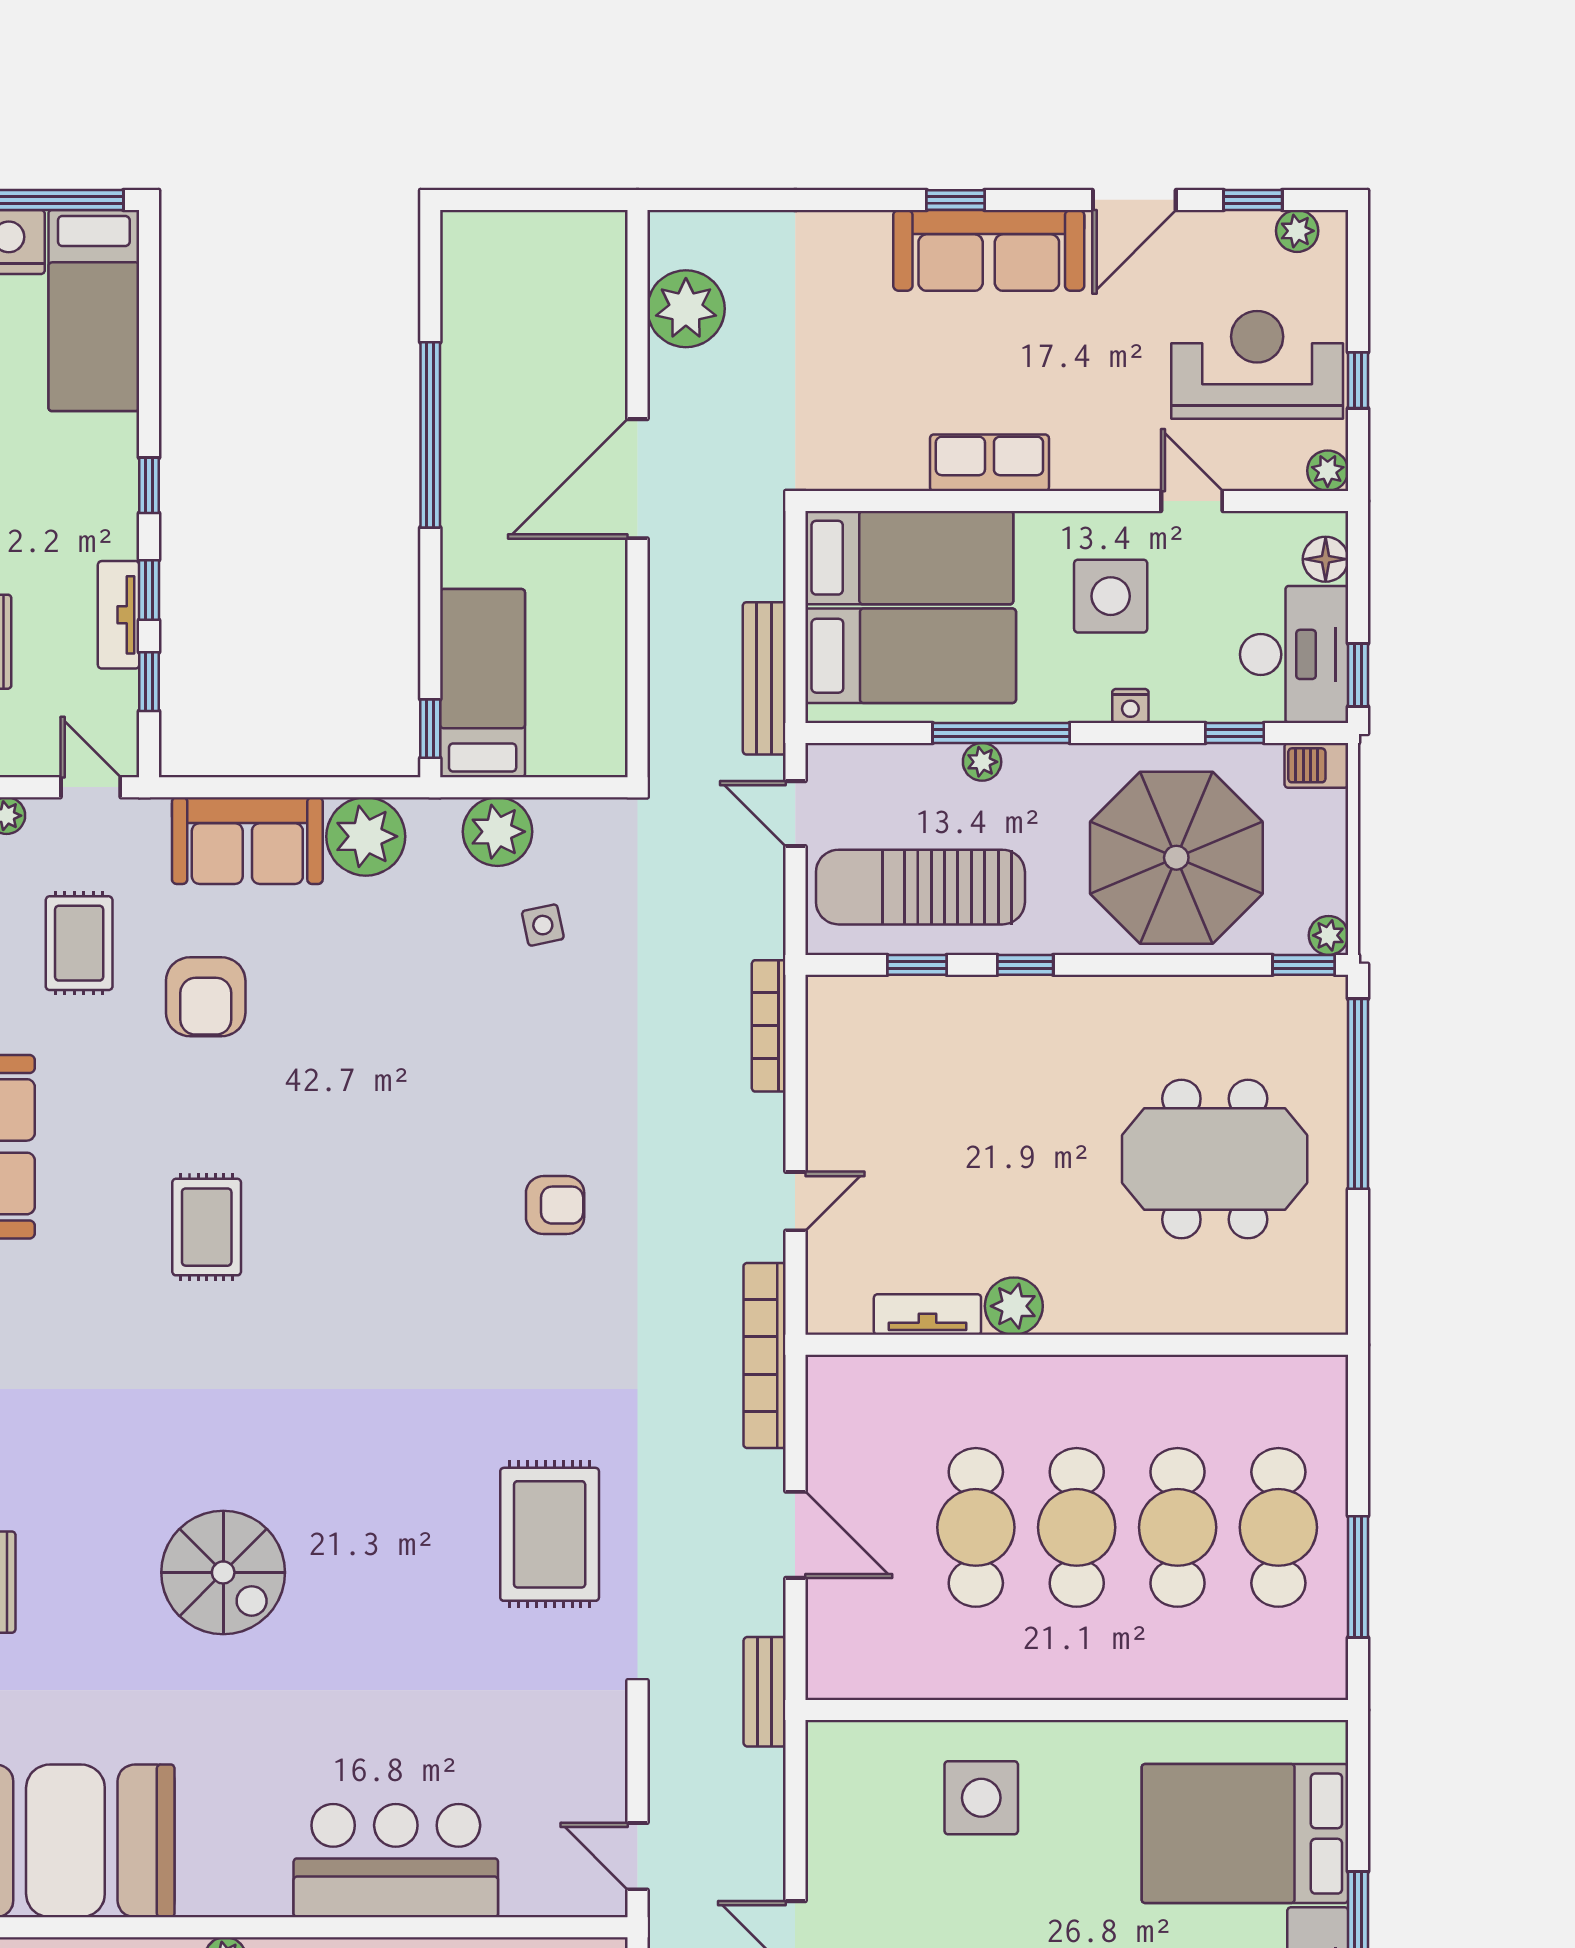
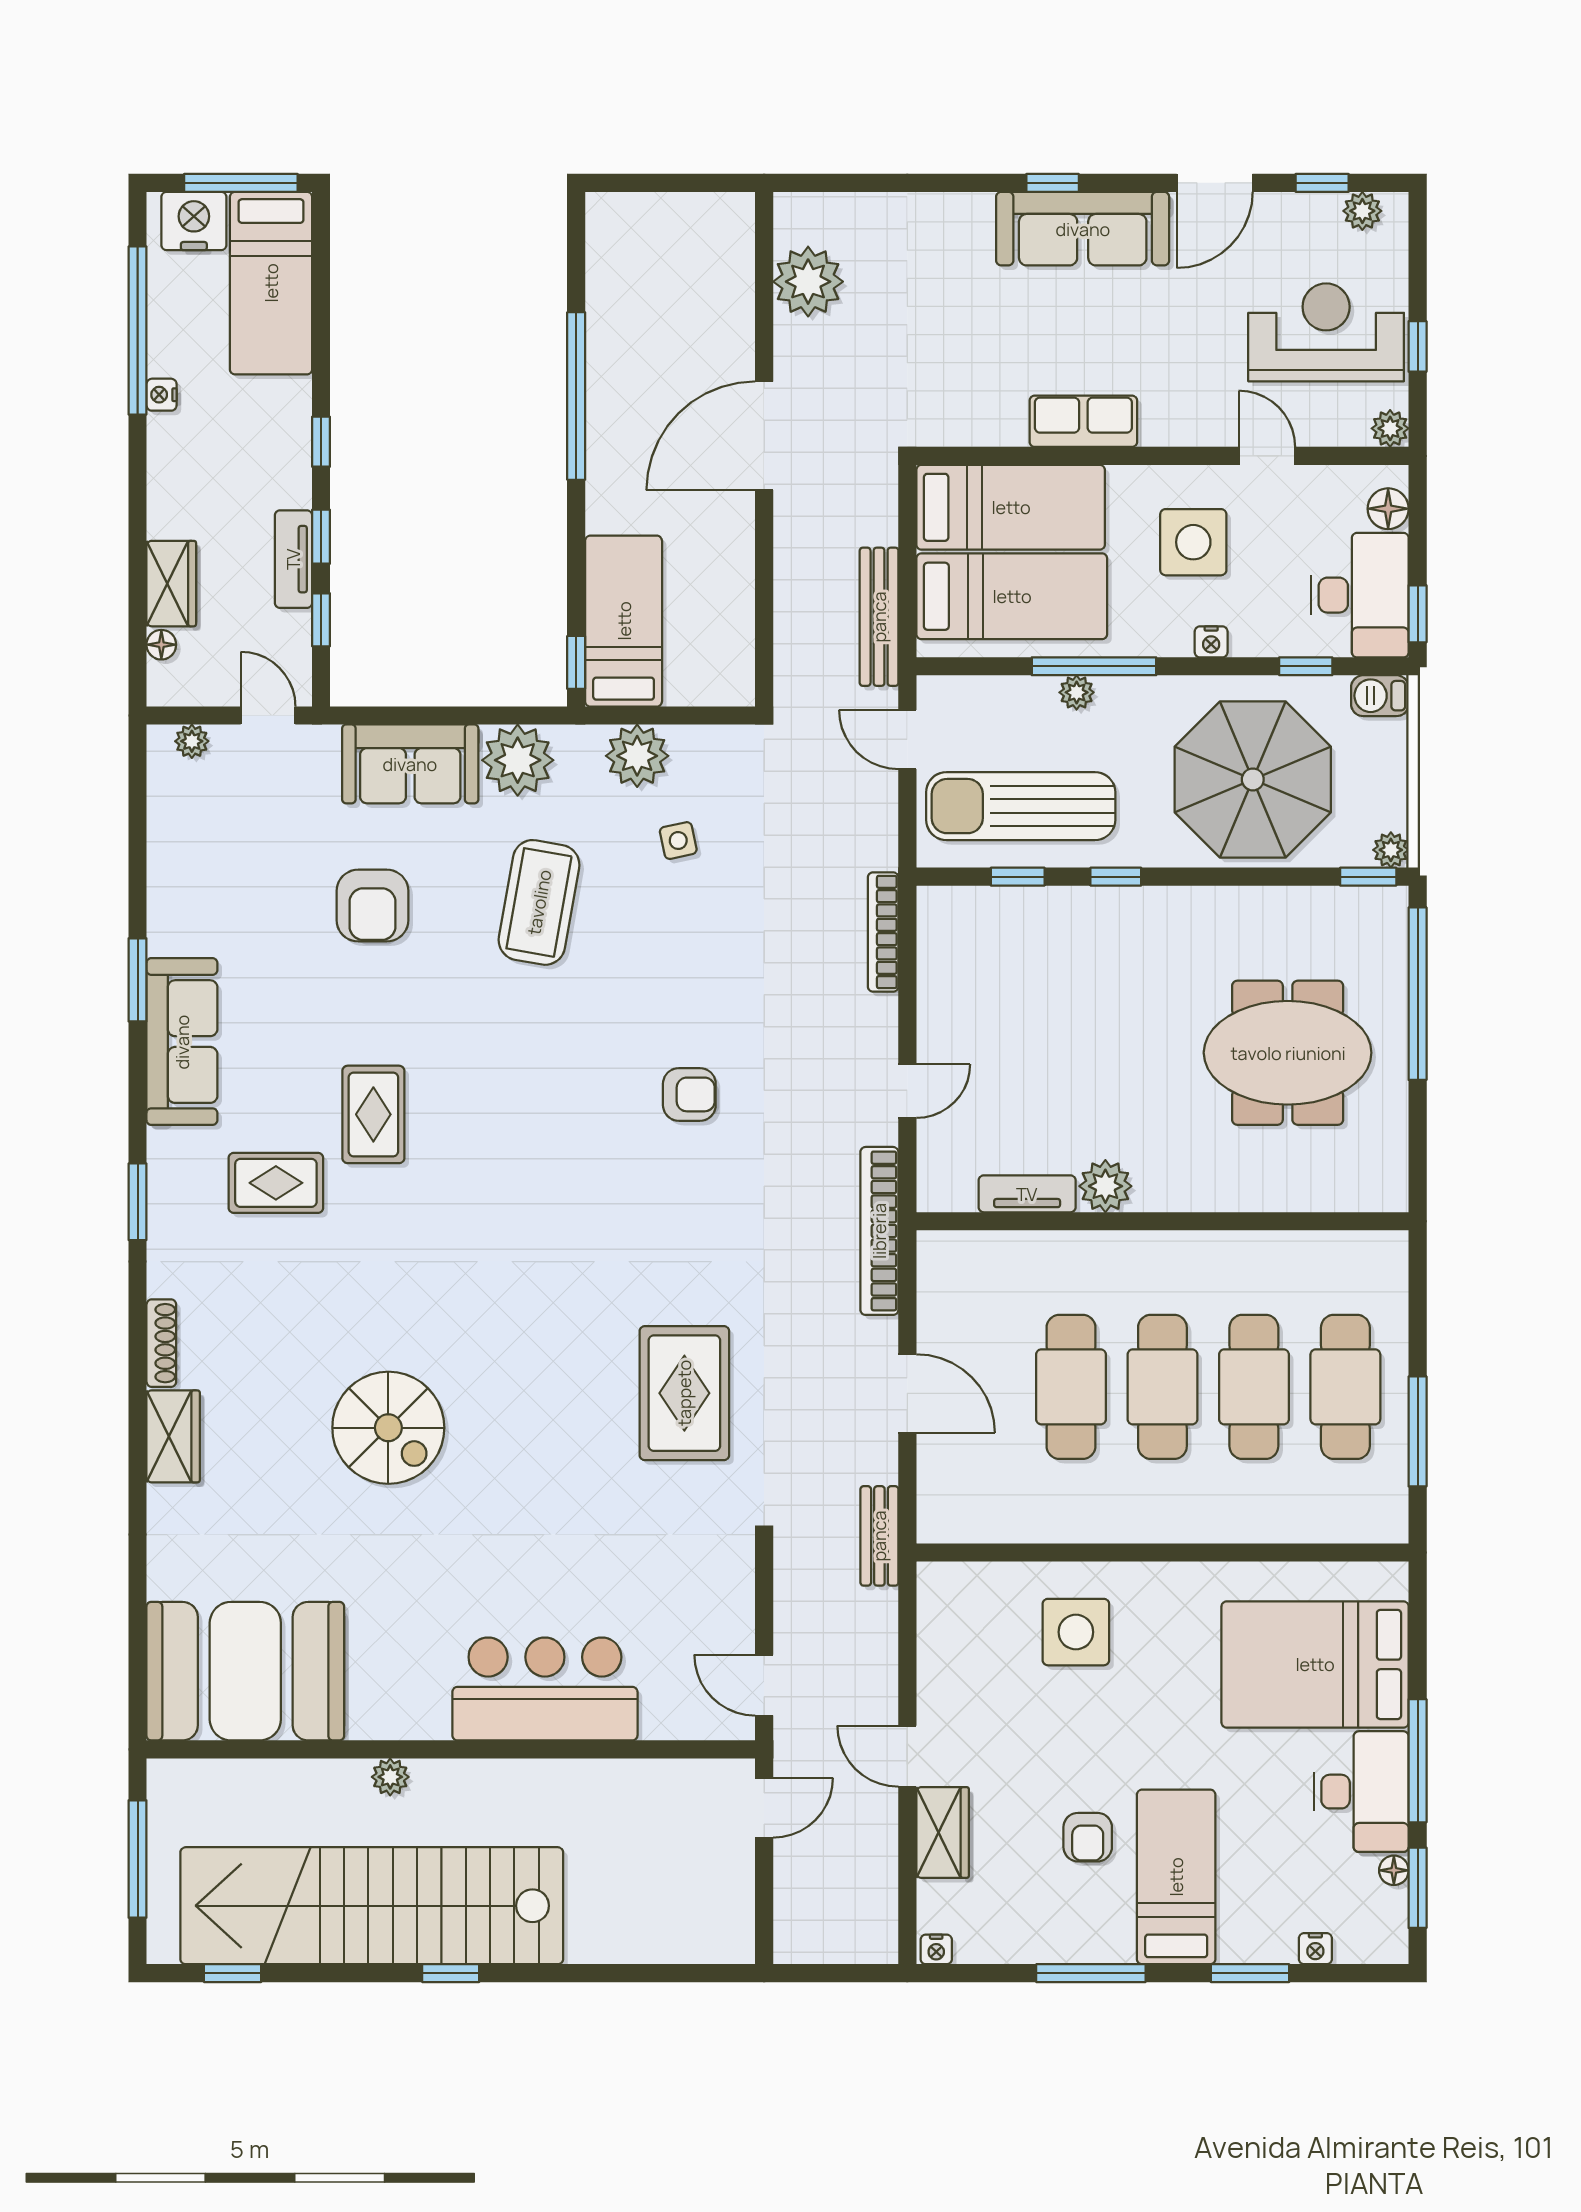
rug: (79, 943) -> (276, 1183), moved, turned 90
coffee table: (389, 993) -> (539, 902), added

